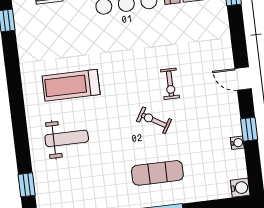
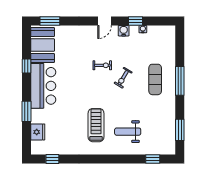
treadmill: (71, 85) -> (96, 125), turned 180
weight bench: (67, 138) -> (128, 132), turned -90
water cooler: (240, 188) -> (124, 31), moved

